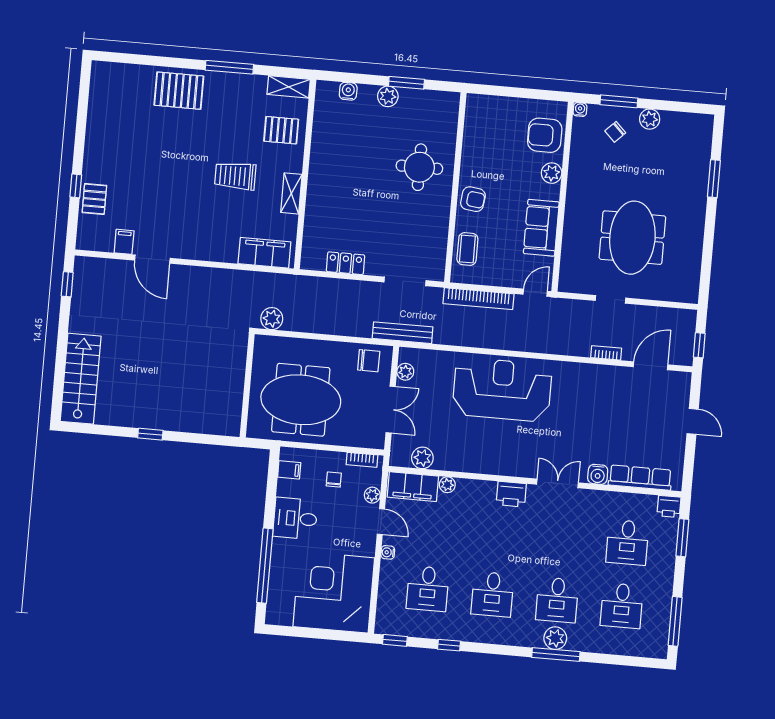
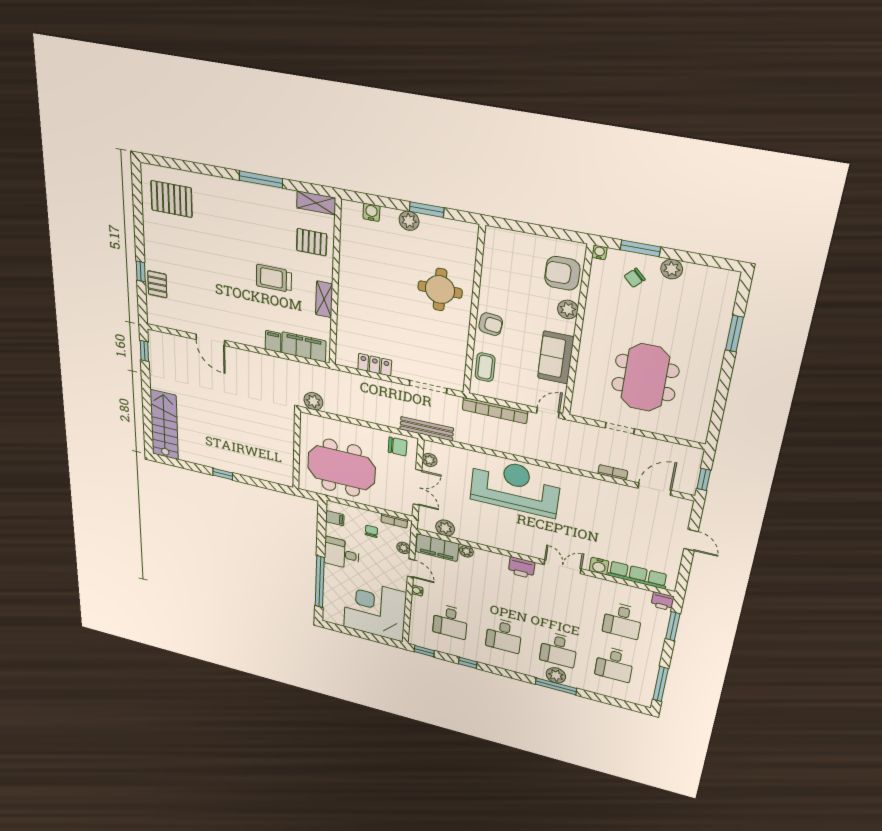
pallet: (179, 91) -> (171, 199), moved
filing cabinet: (124, 242) -> (273, 341), moved

